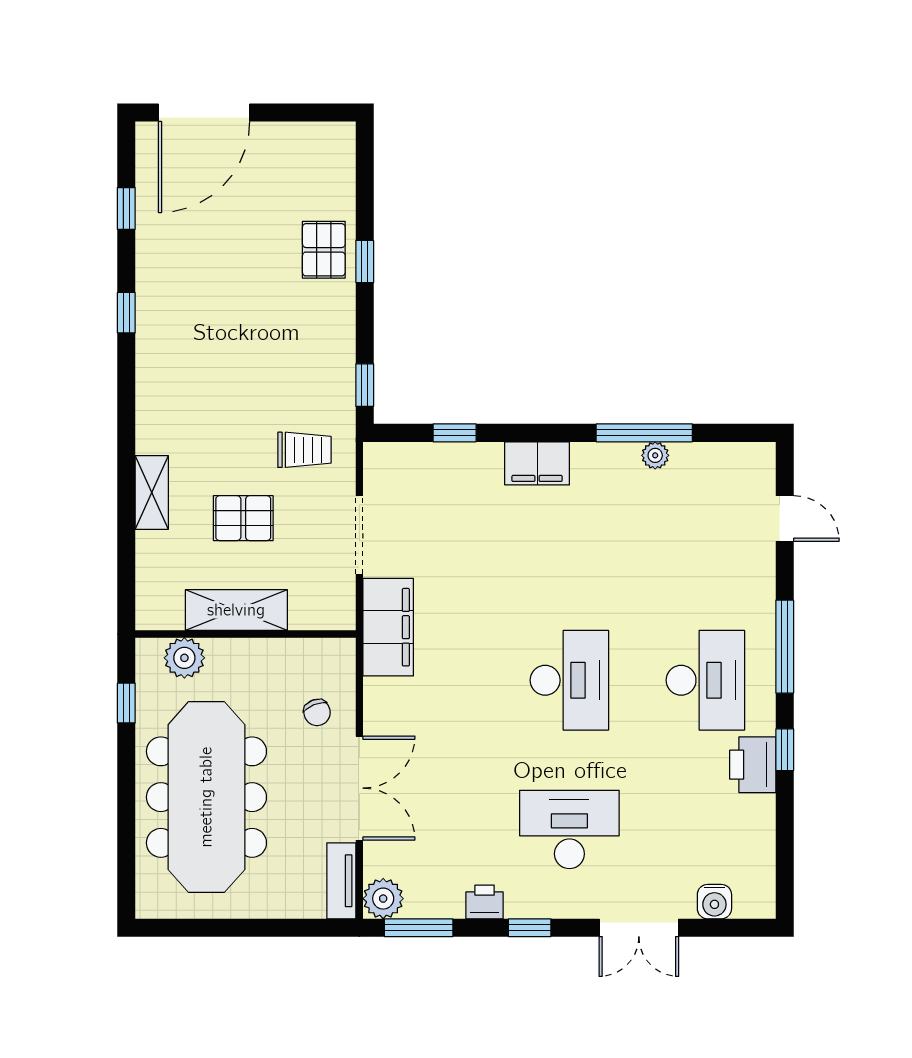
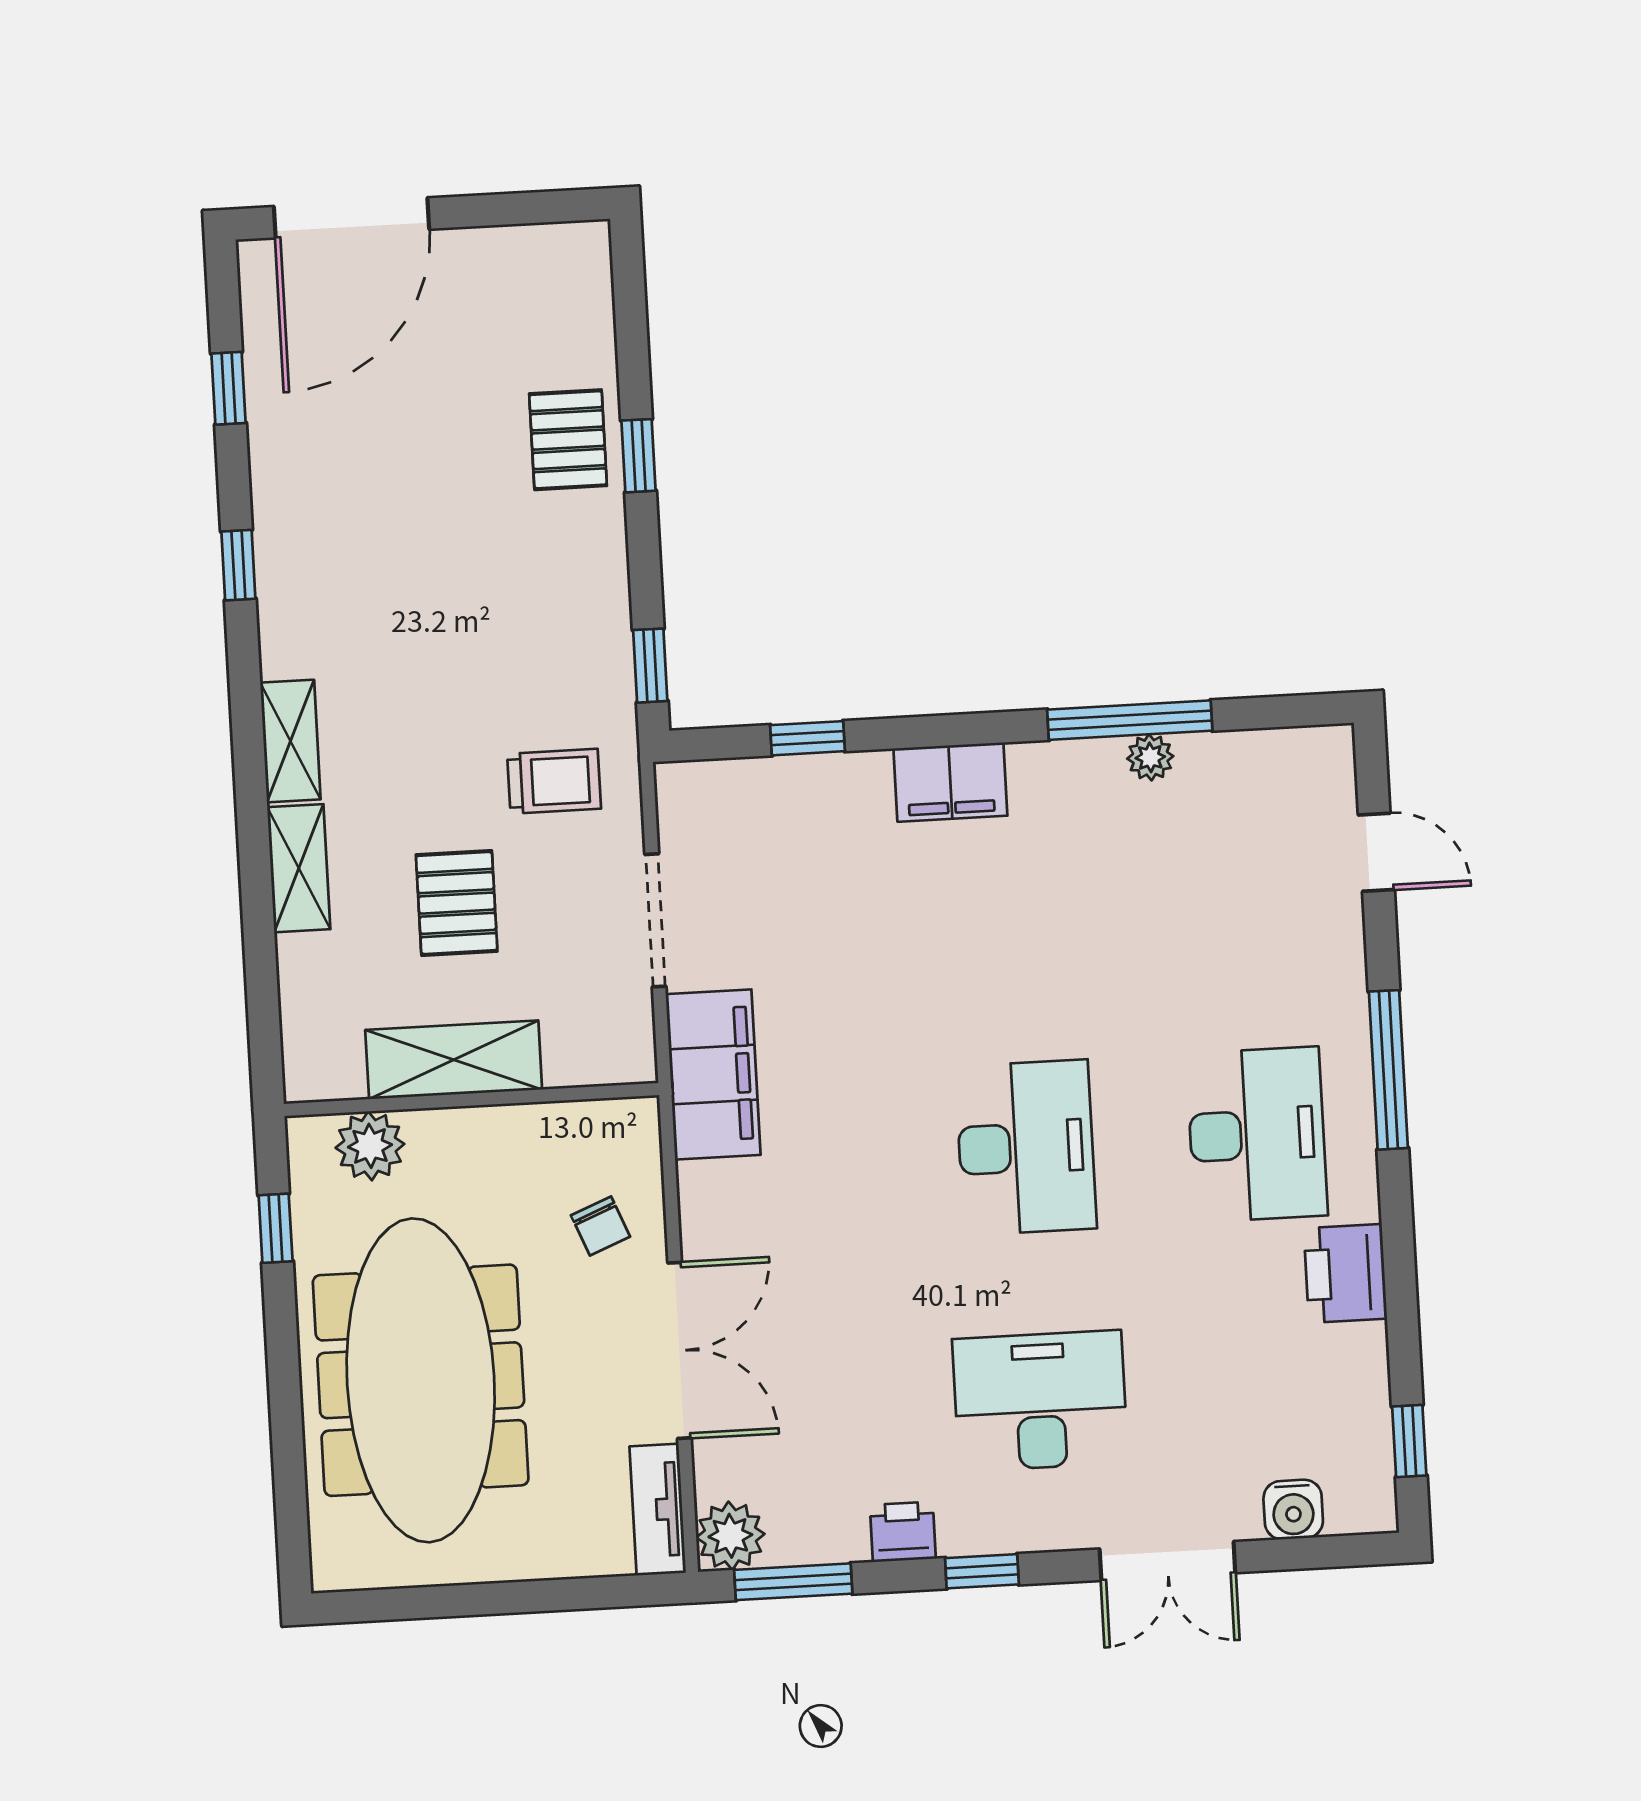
shelving: (151, 418) -> (290, 741), added
pallet: (243, 518) -> (457, 903), turned 90
window: (785, 750) -> (1409, 1441), moved

